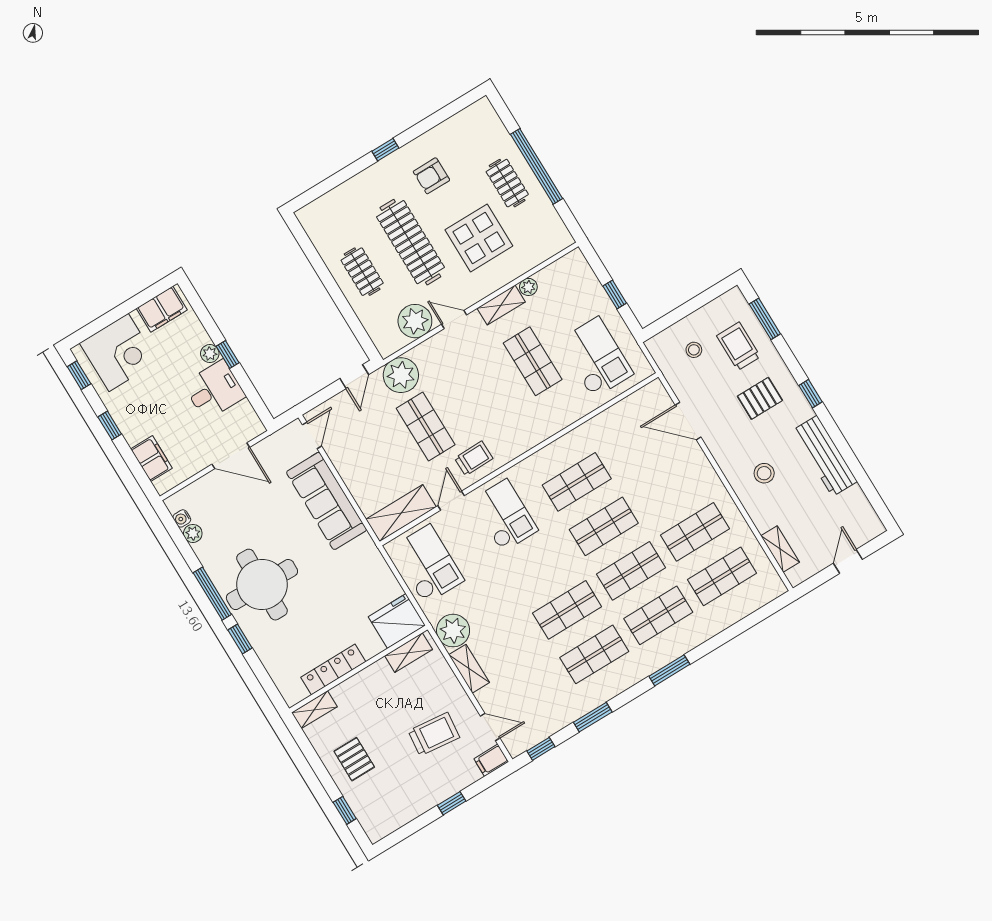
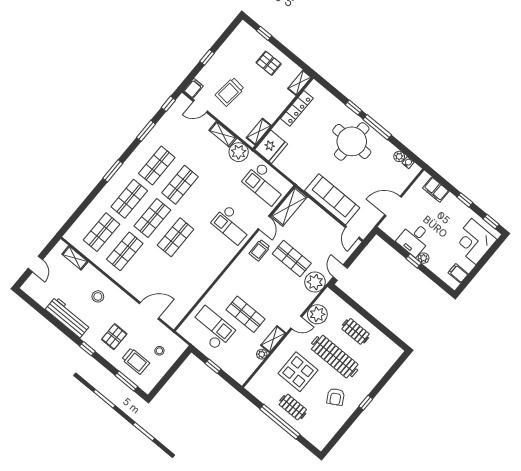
armchair: (431, 176) -> (336, 397), turned 150
filing cabinet: (162, 309) -> (458, 273), width x0.50
checkout: (596, 357) -> (212, 328), turned 180
shop shelf: (577, 482) -> (199, 257), removed

